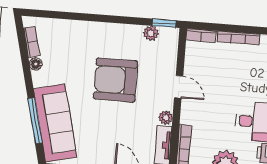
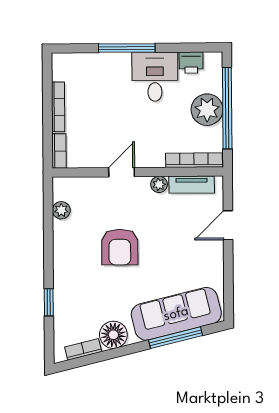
window: (164, 23) -> (49, 302), moved
floor lamp: (36, 64) -> (113, 335), width x1.89, depth x1.89
armchair: (116, 80) -> (120, 247), width x0.73, depth x0.73

